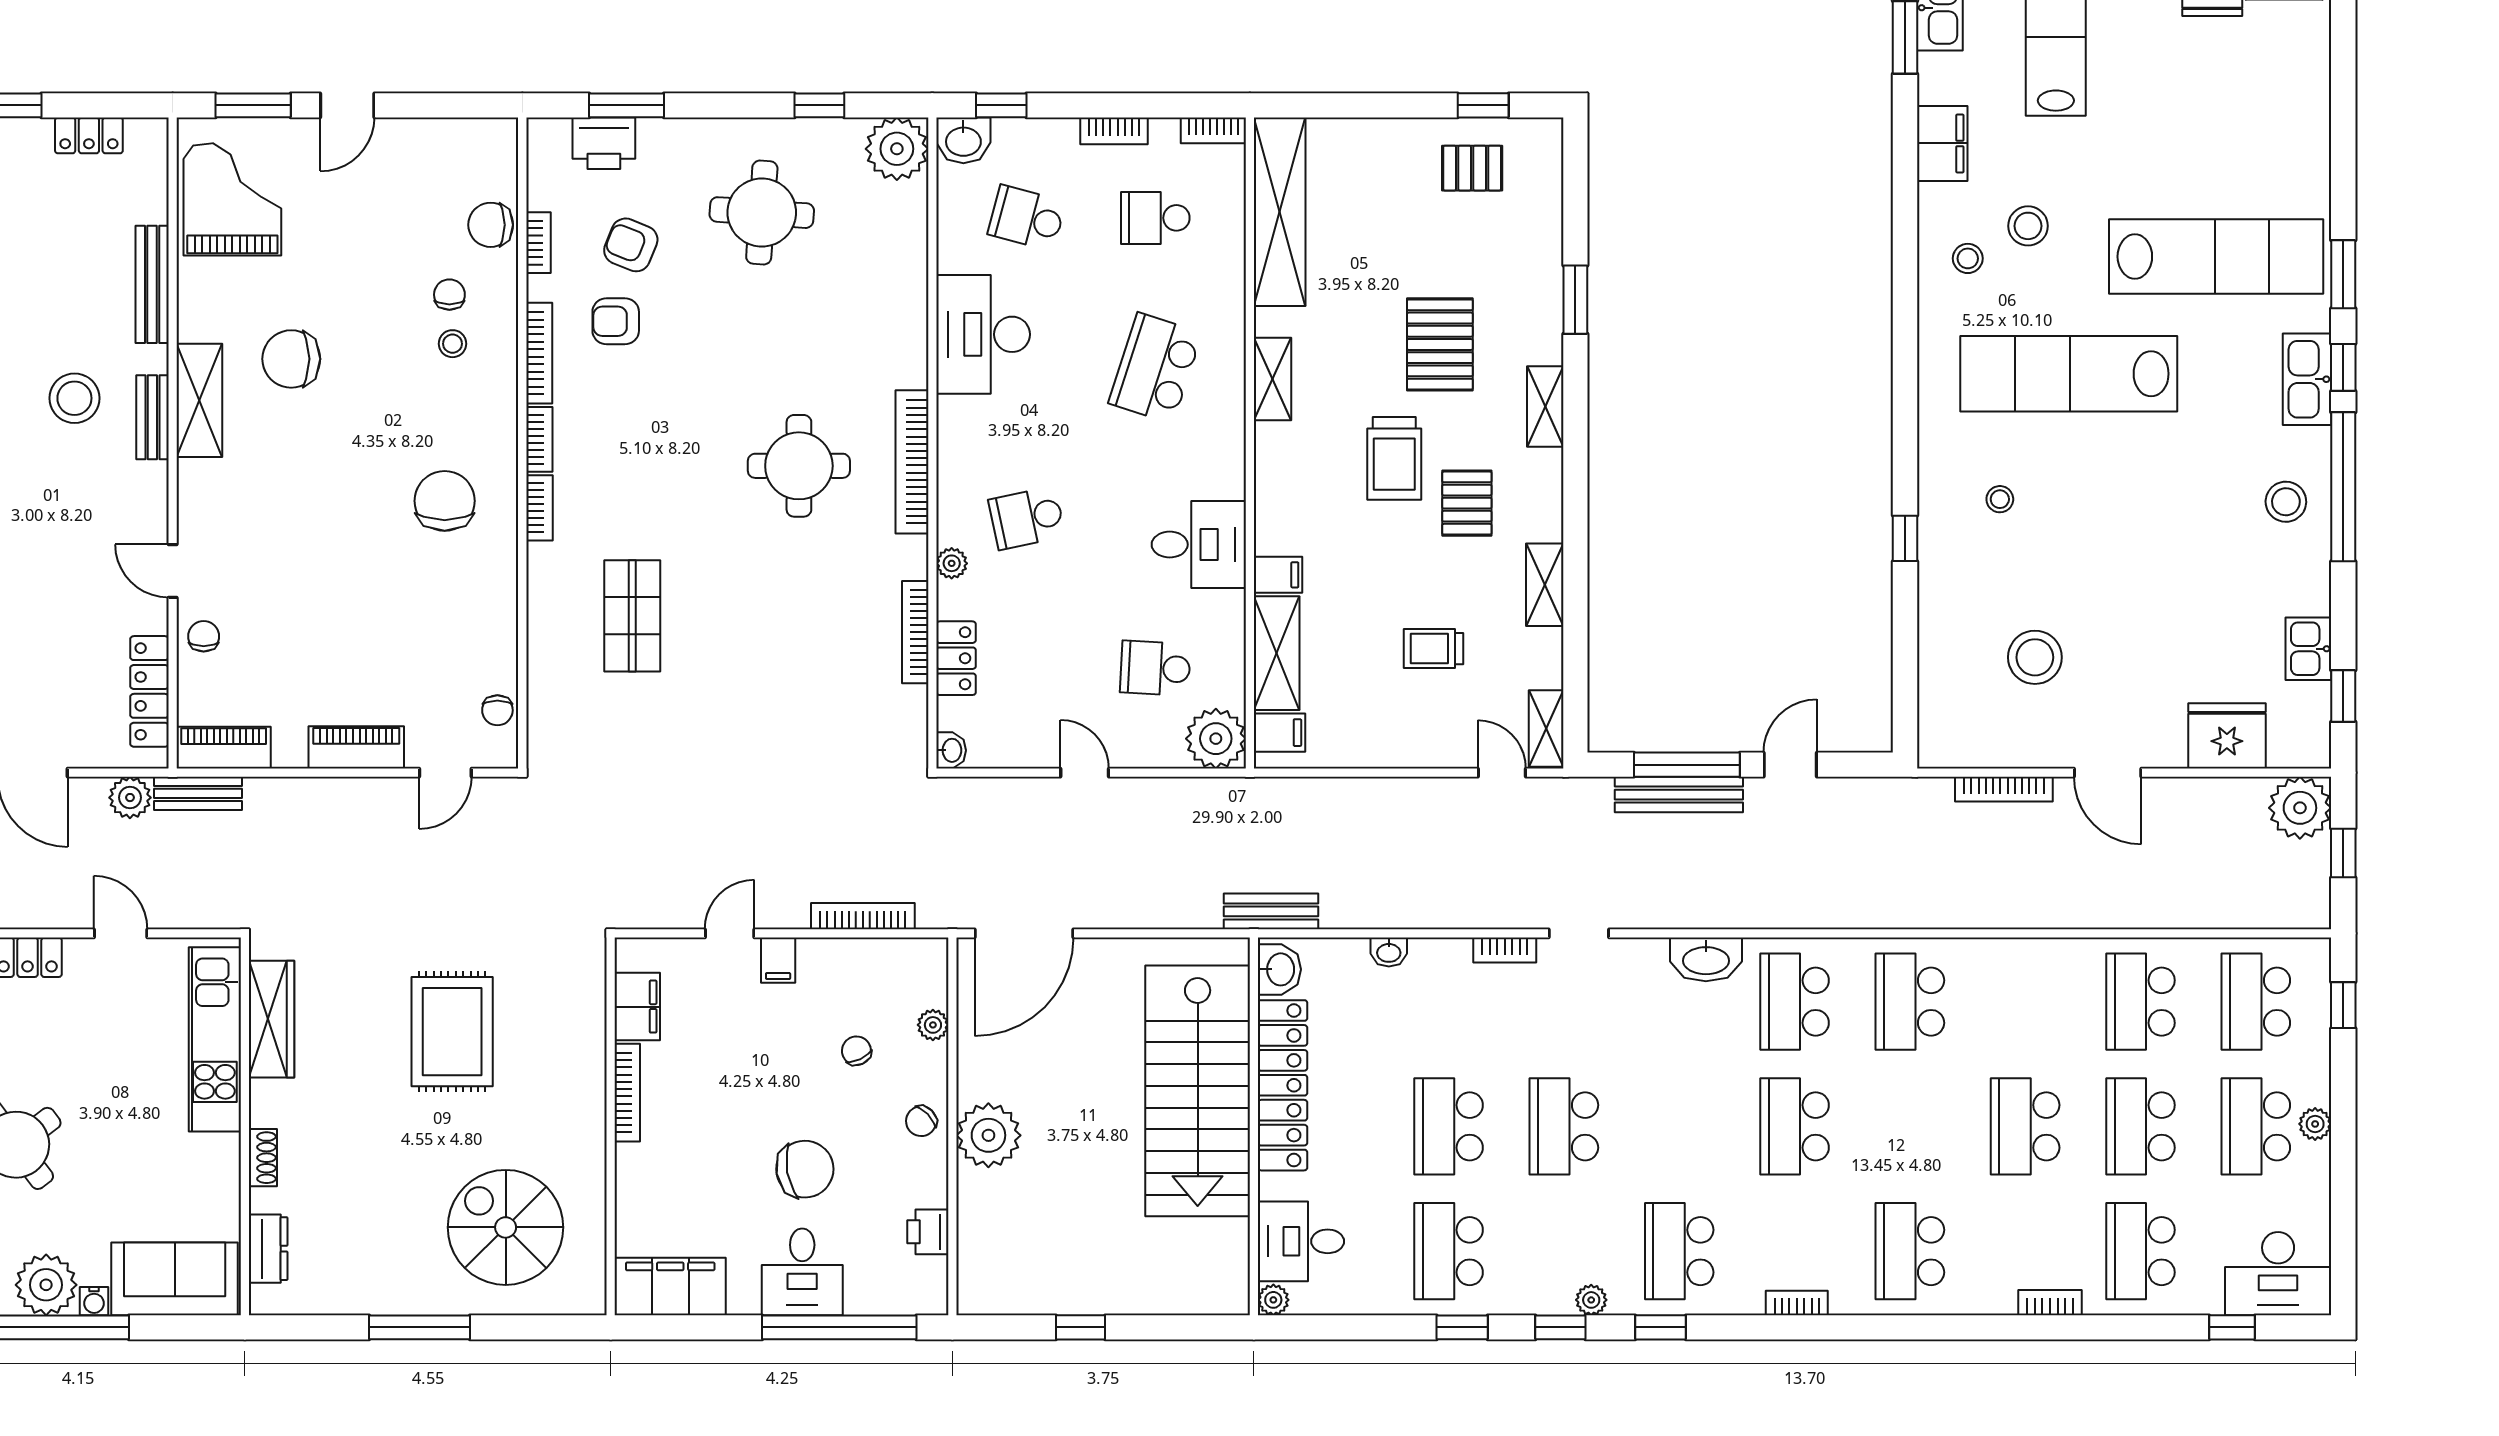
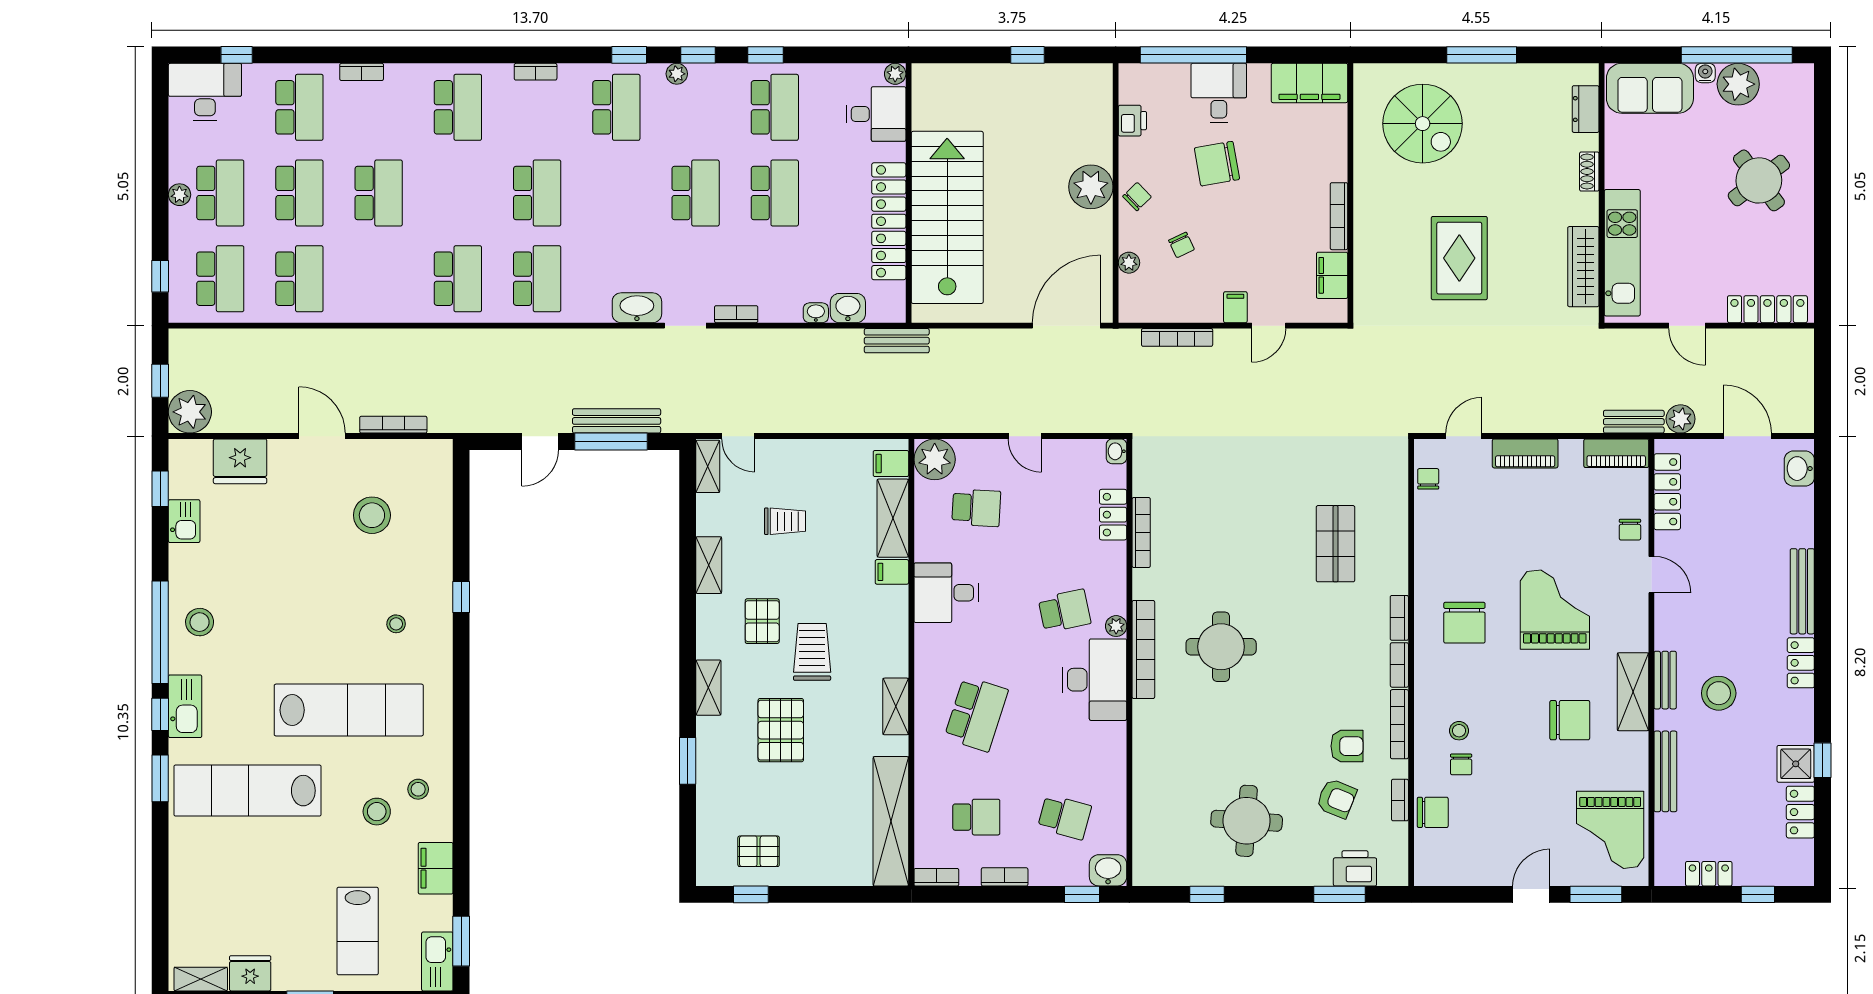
plant: (897, 149) -> (1154, 865), removed
desk: (983, 334) -> (1095, 680), moved
grand piano: (313, 520) -> (1555, 610), added
plant: (952, 563) -> (1116, 626), moved
washbasin: (1706, 959) -> (637, 308), moved
washbasin: (1279, 969) -> (848, 308), moved, turned 90

